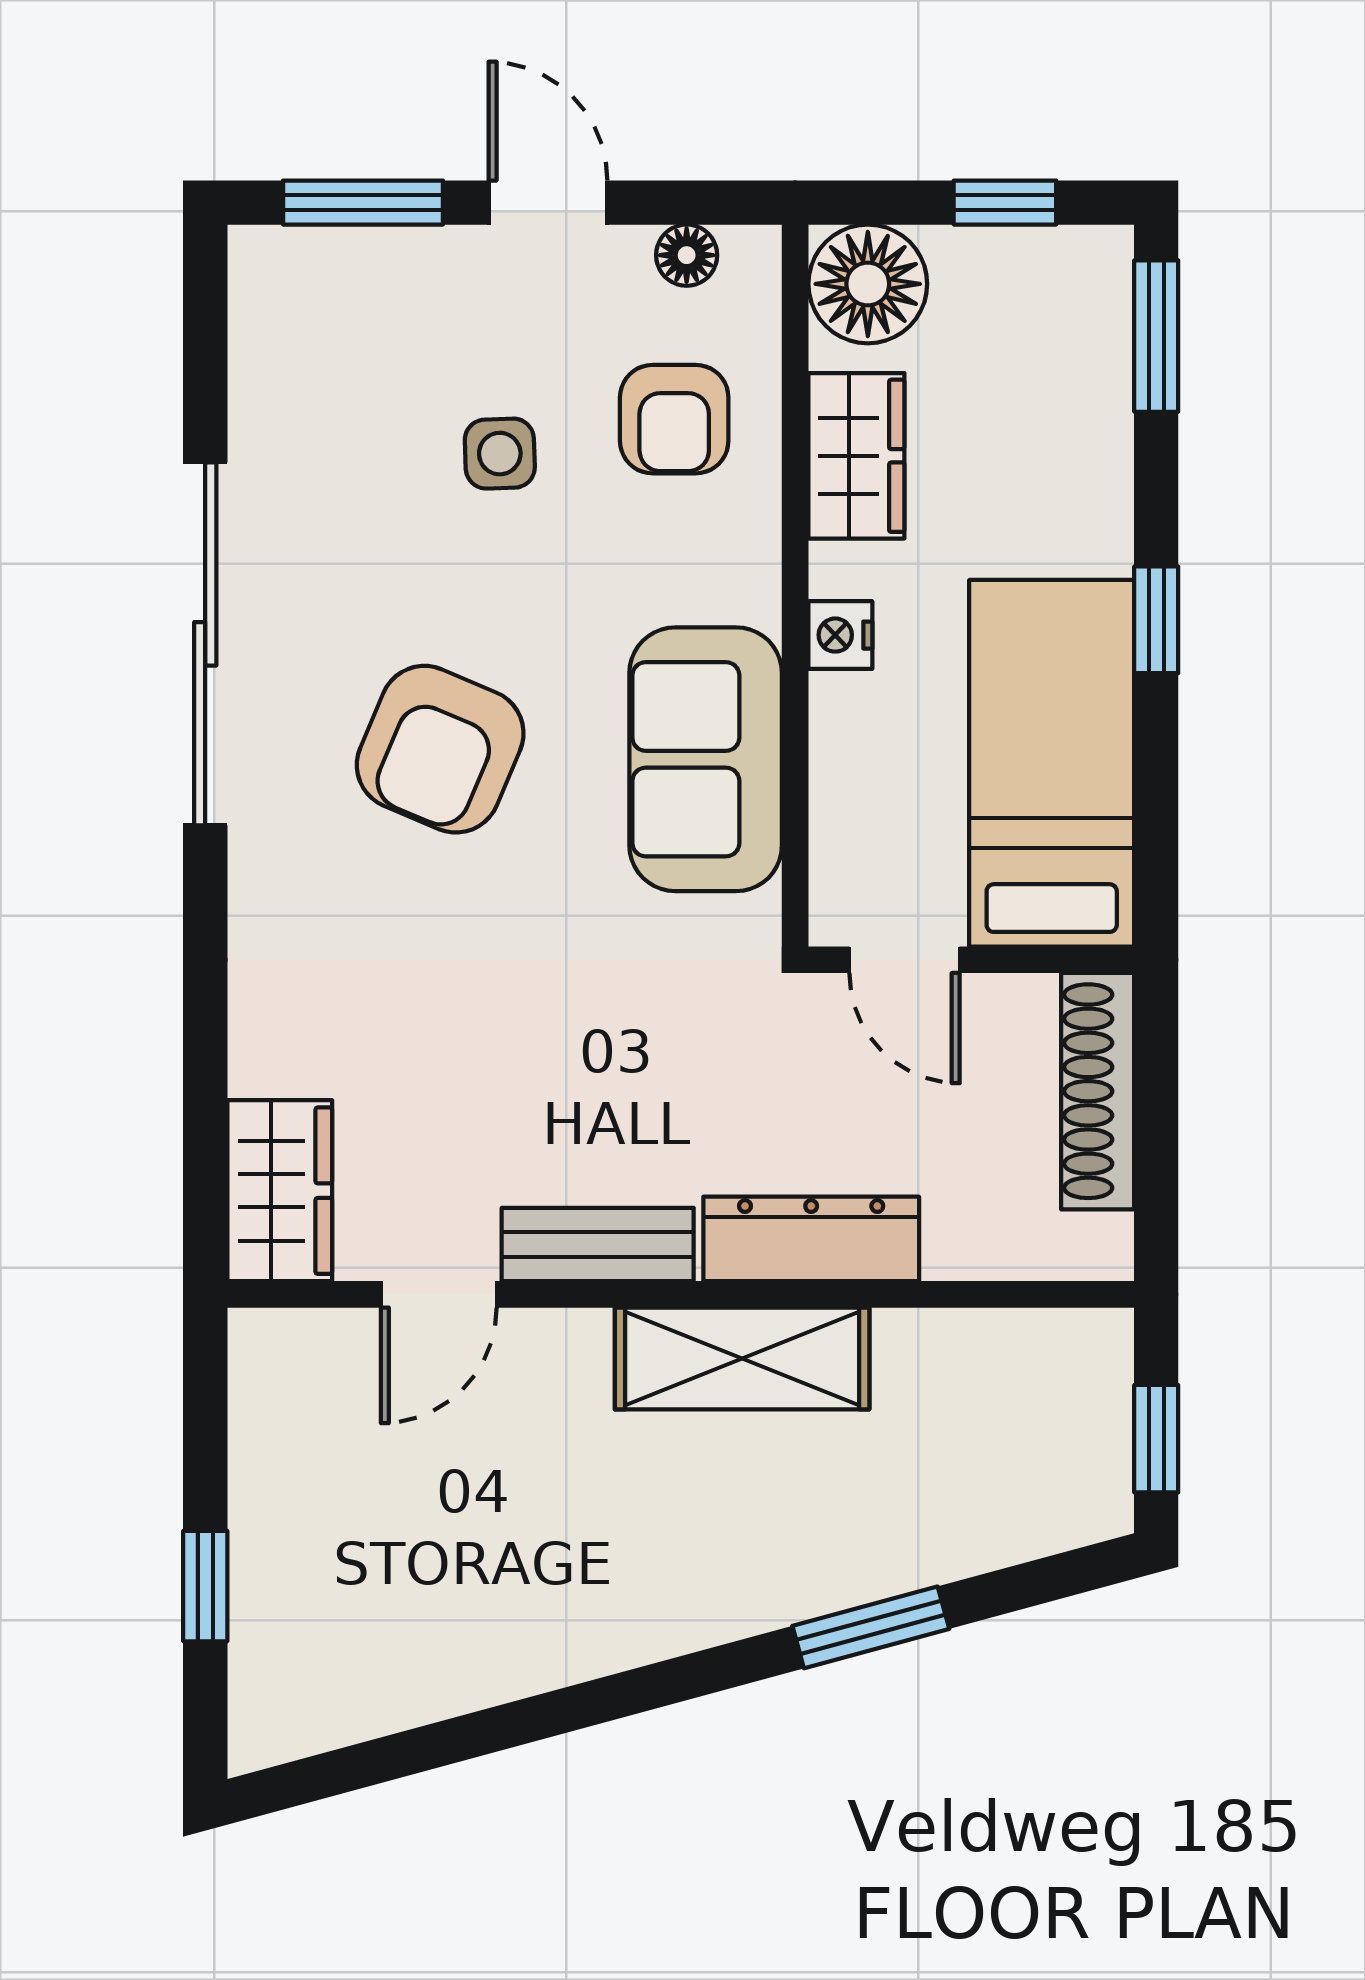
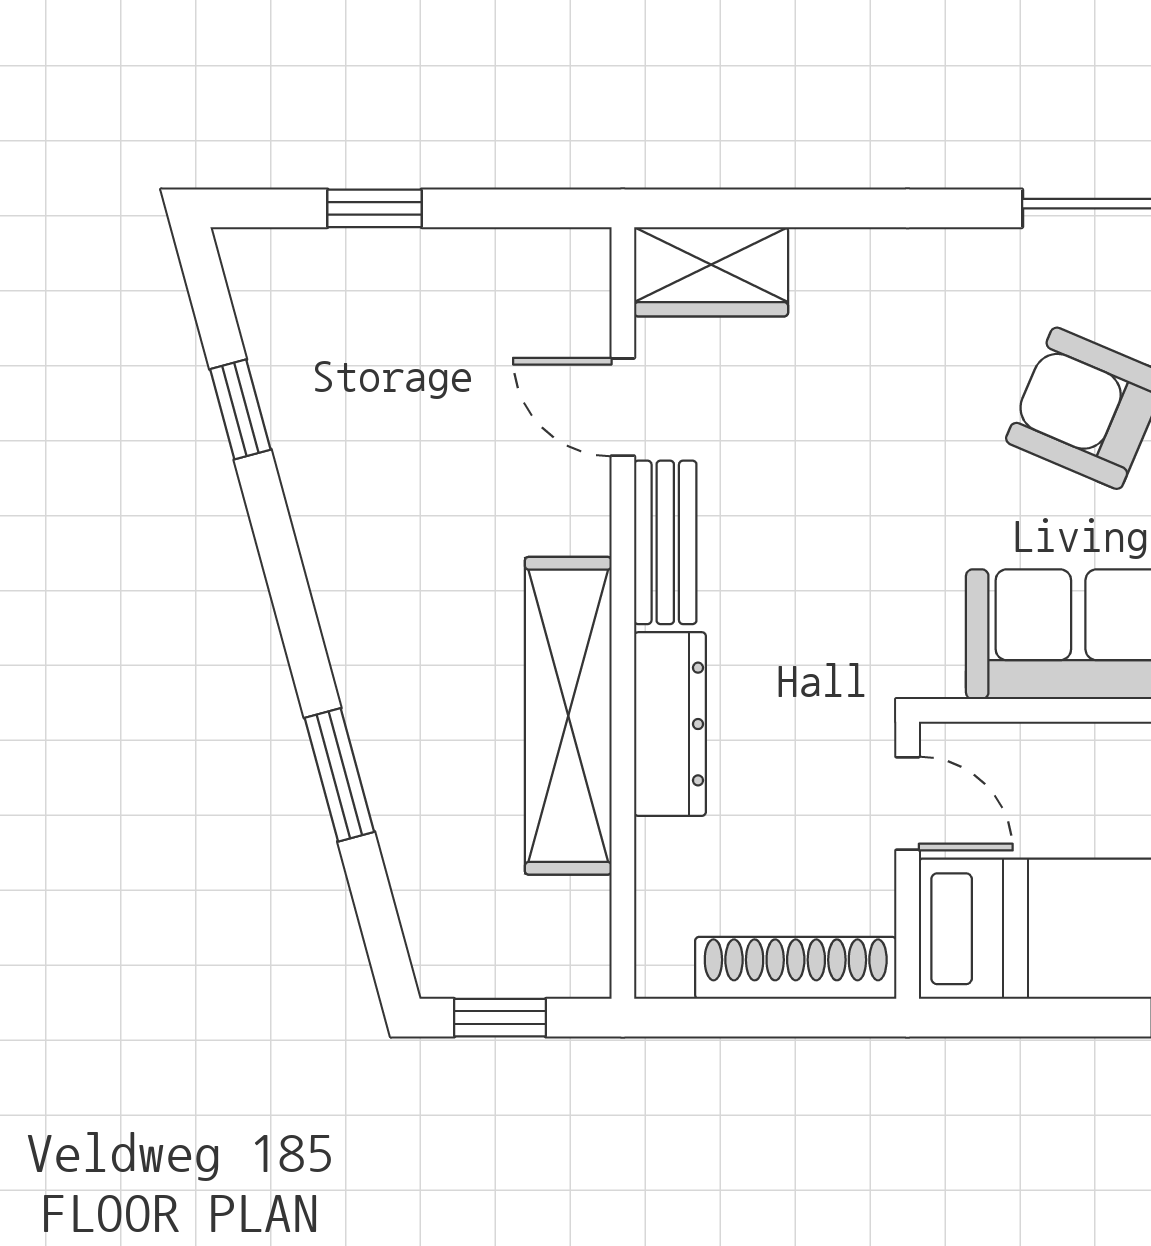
door: (905, 960) -> (908, 804), swing flipped
shelving: (742, 1358) -> (568, 716), width x1.47
window: (442, 1744) -> (240, 409), added

